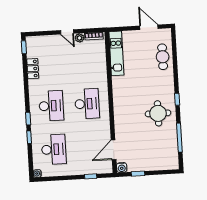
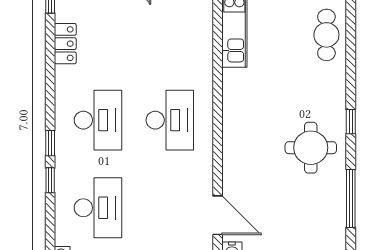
door: (114, 150) -> (218, 215), swing flipped

